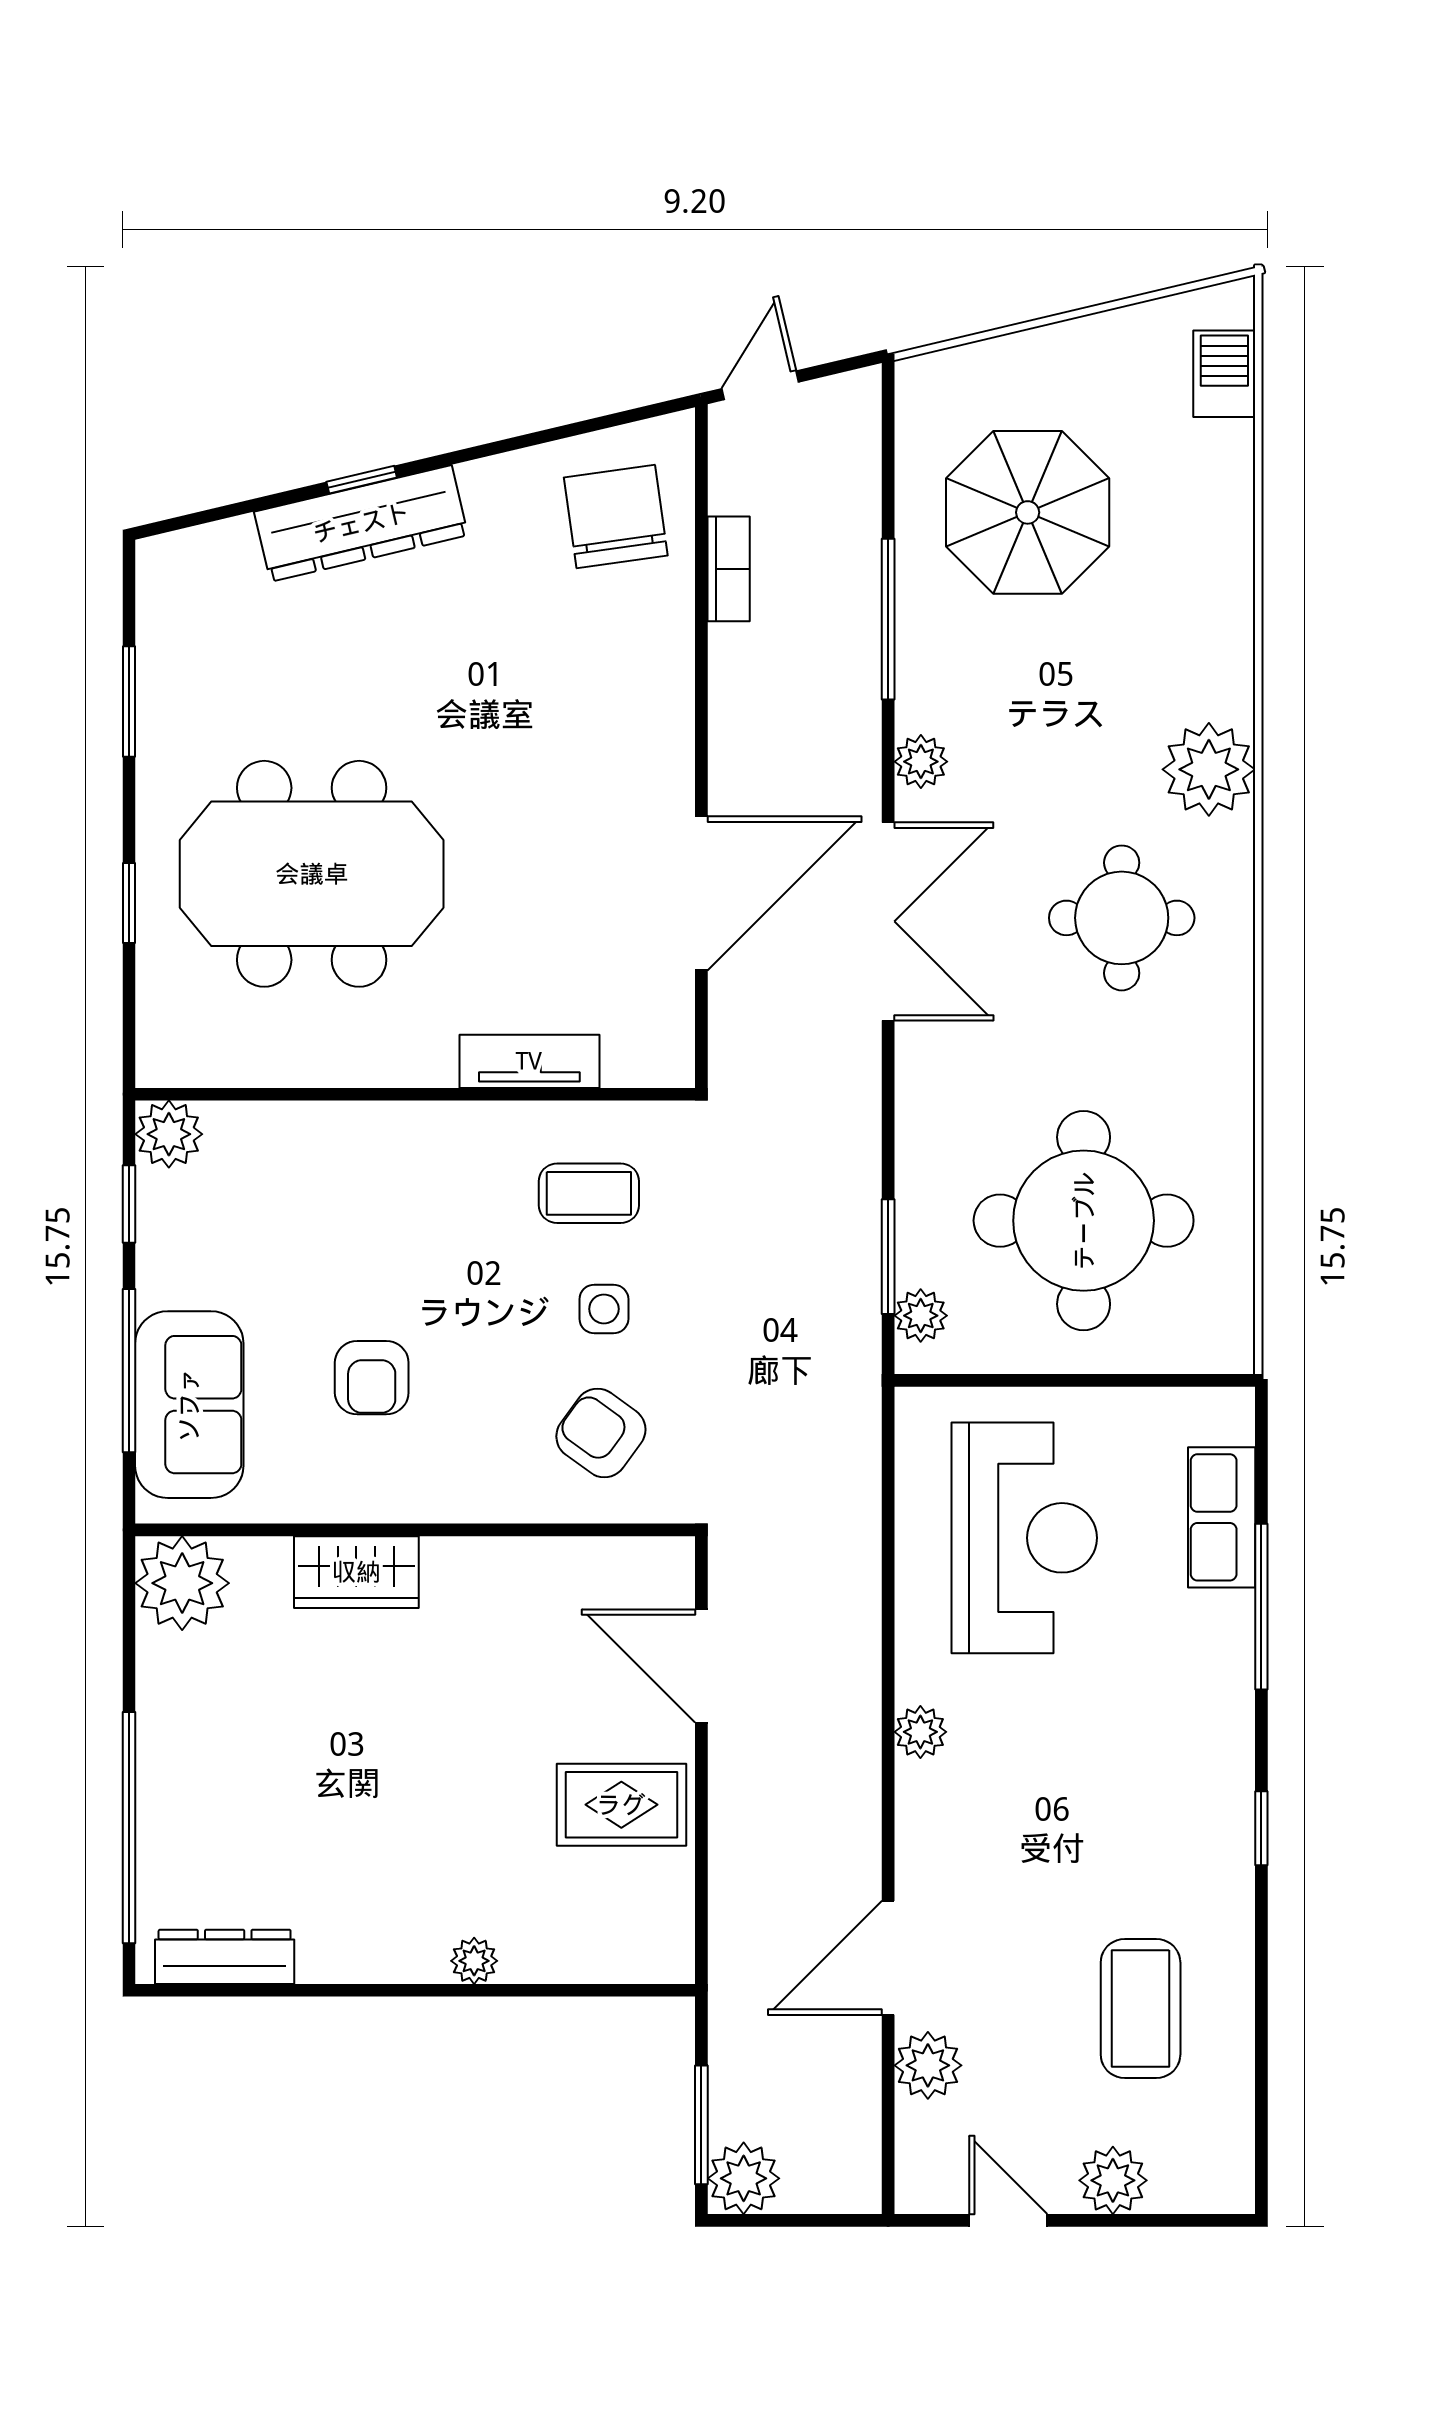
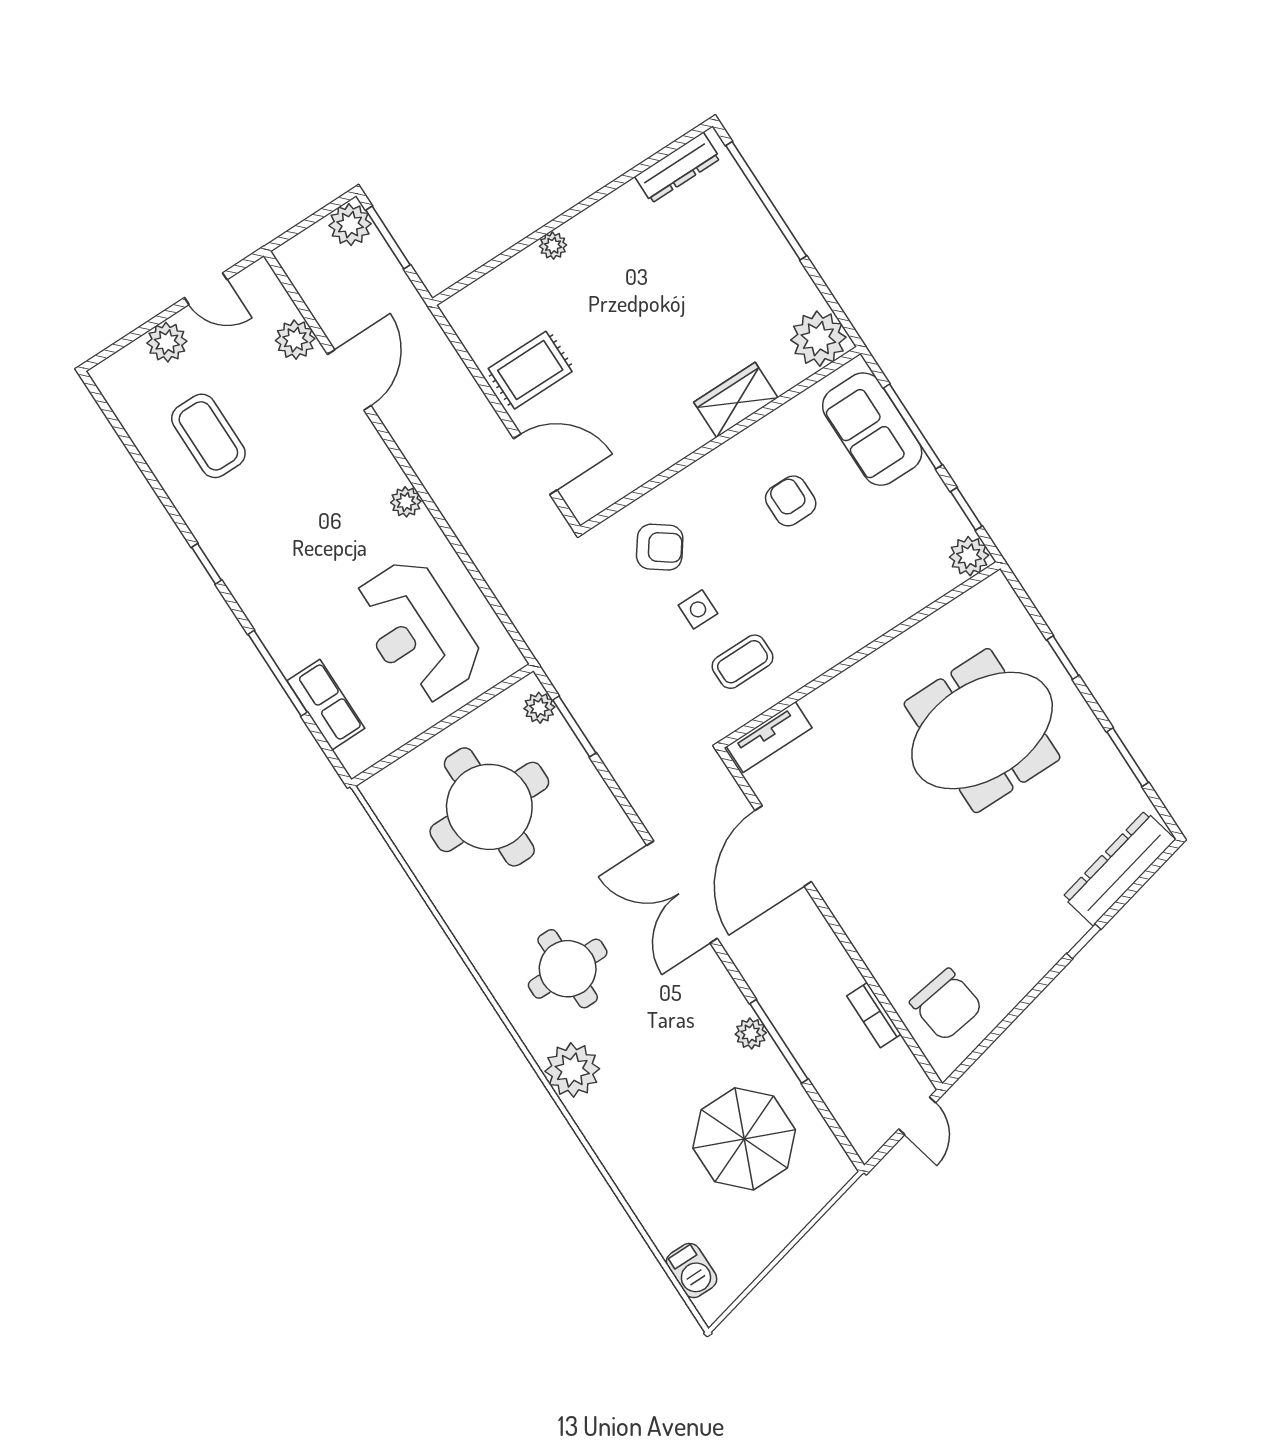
dresser: (361, 523) -> (1119, 868), moved
plant: (921, 762) -> (751, 1033), moved
tv unit: (529, 1061) -> (769, 737), moved

